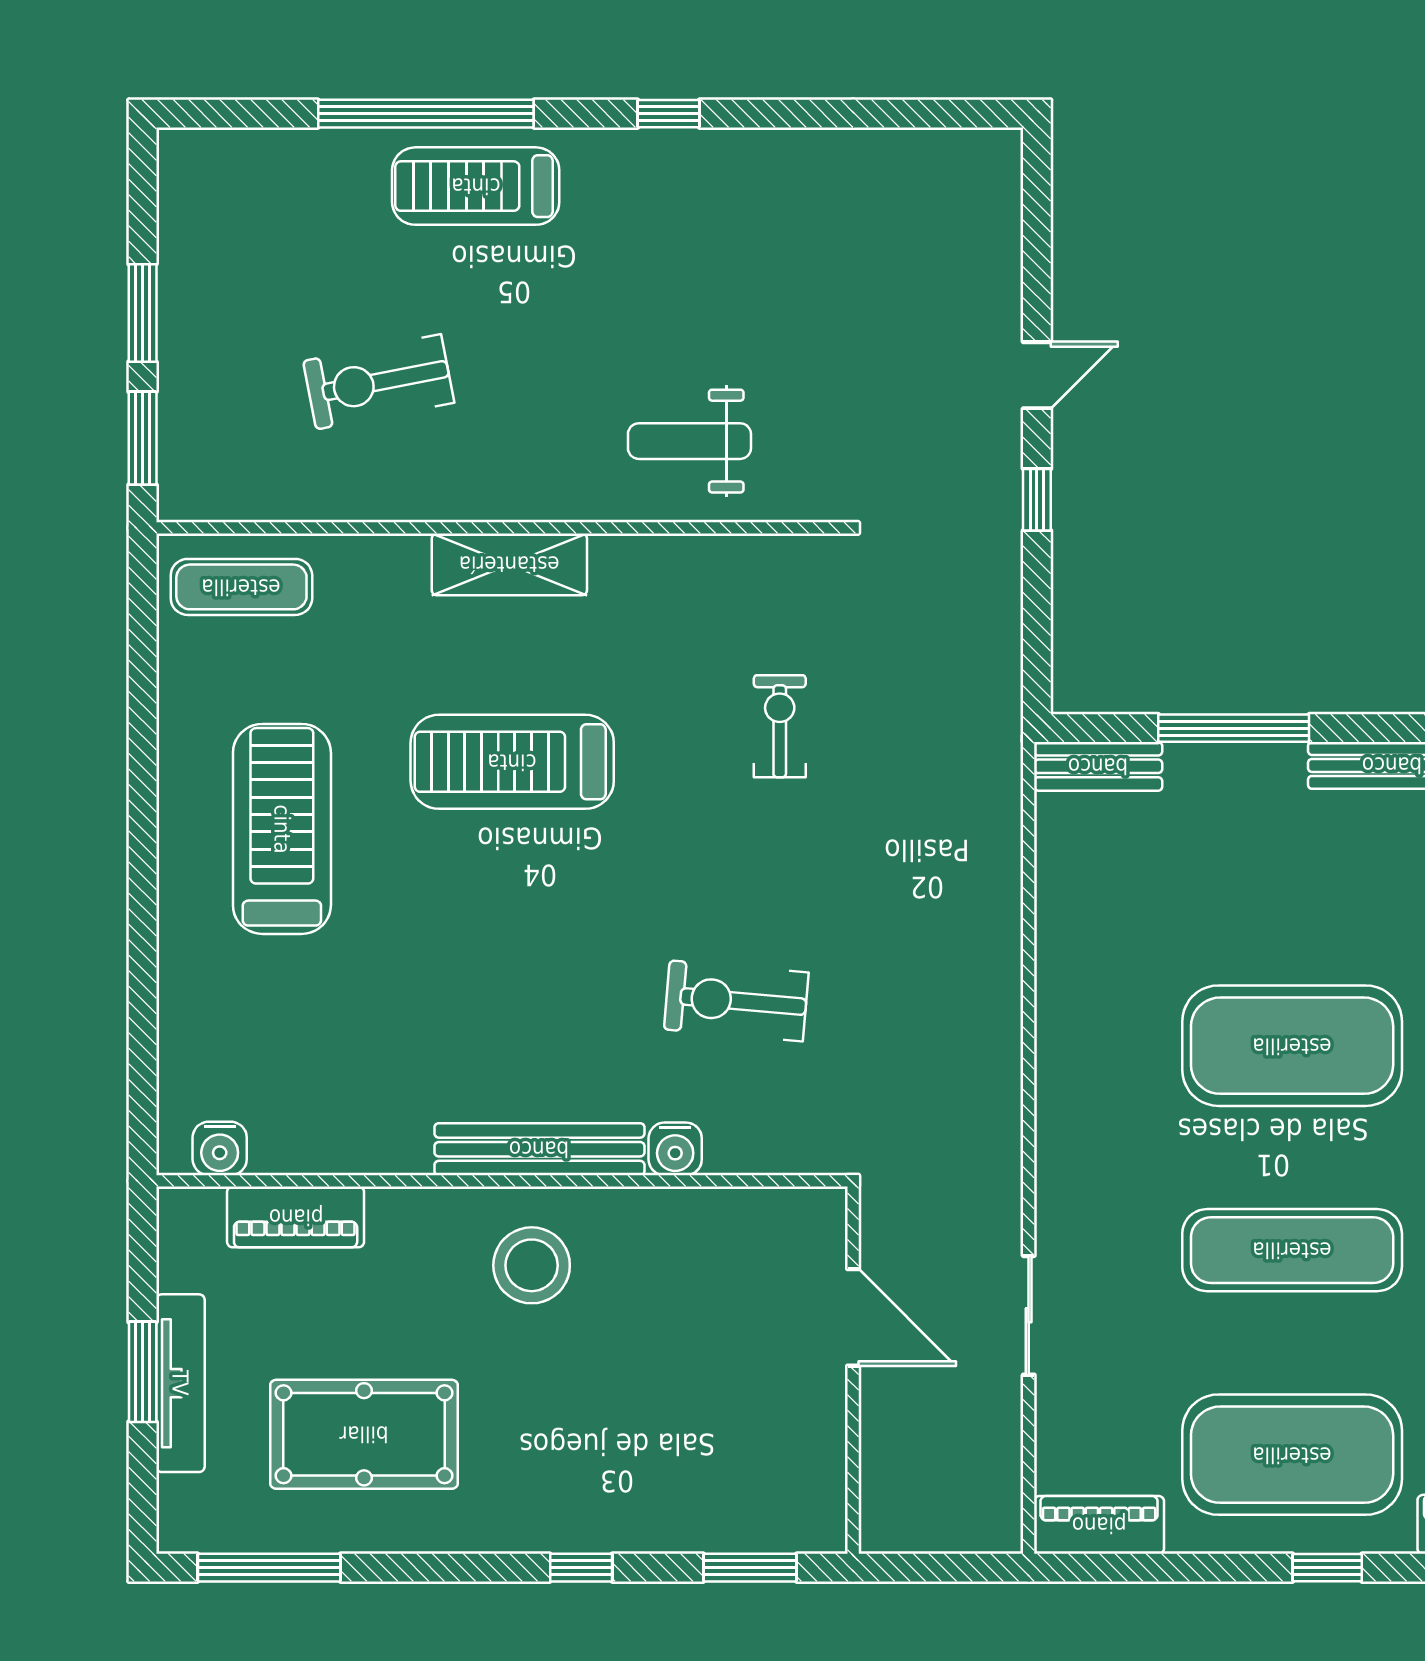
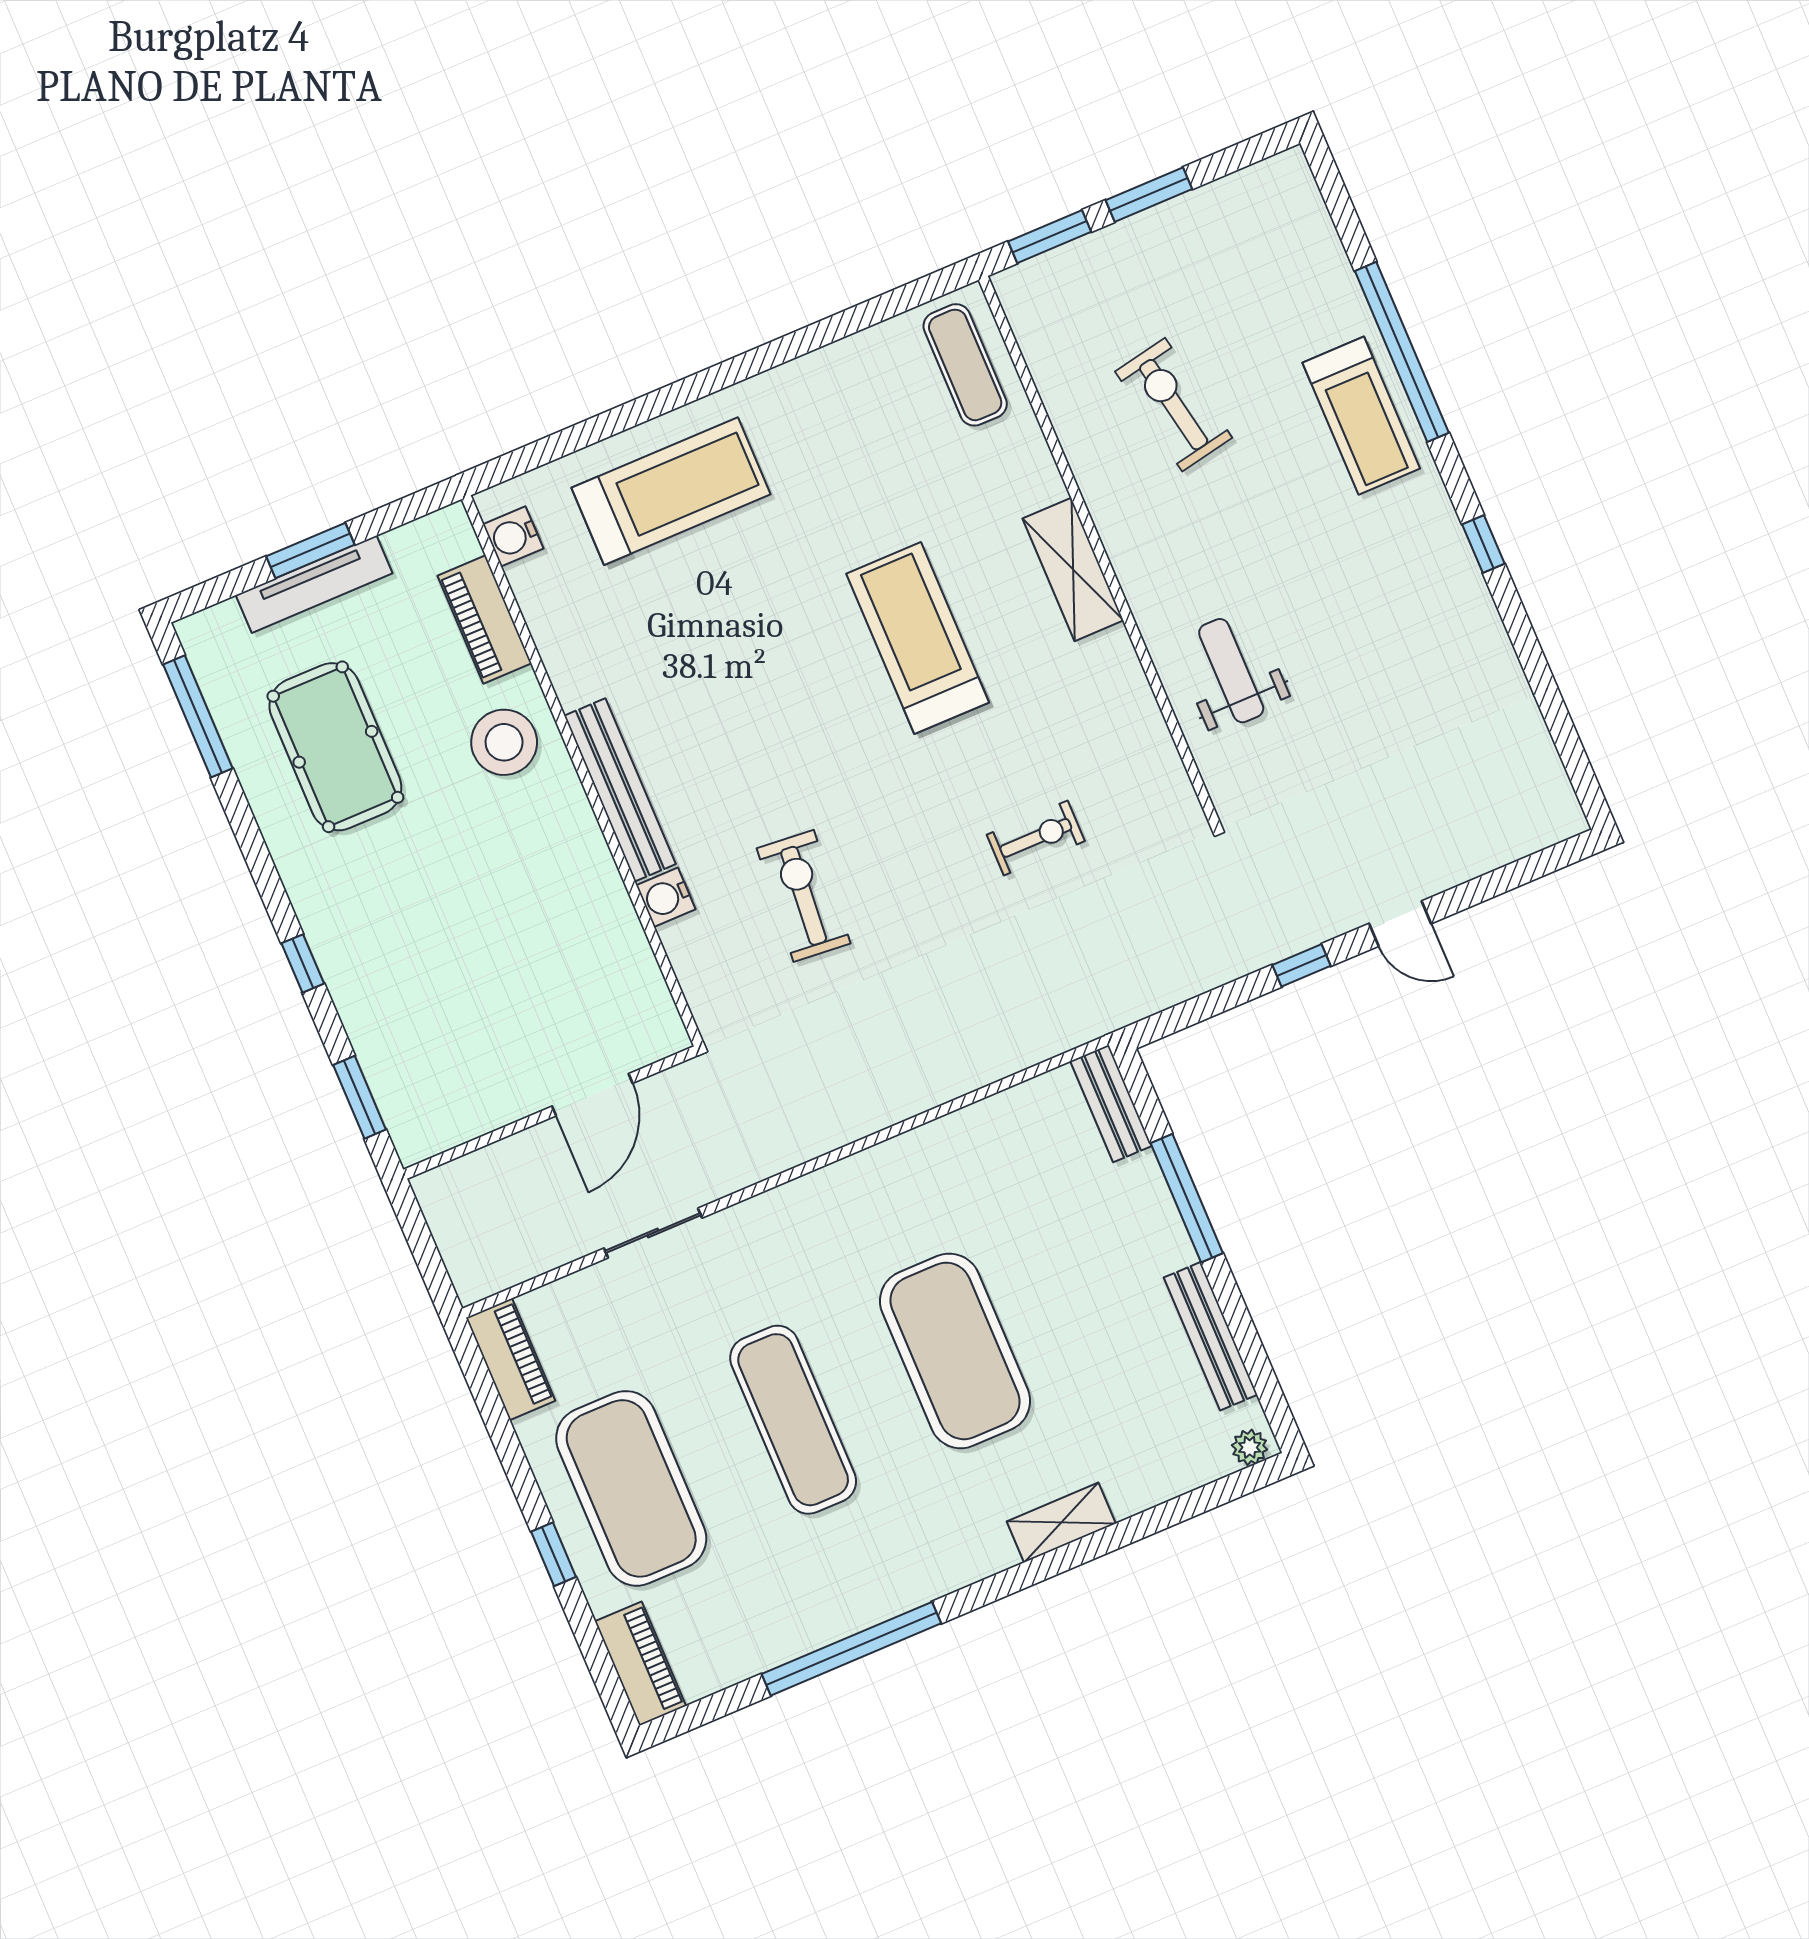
treadmill: (476, 186) -> (1361, 416), turned 180
treadmill: (282, 829) -> (671, 491), moved
stool: (532, 1265) -> (504, 742), moved

